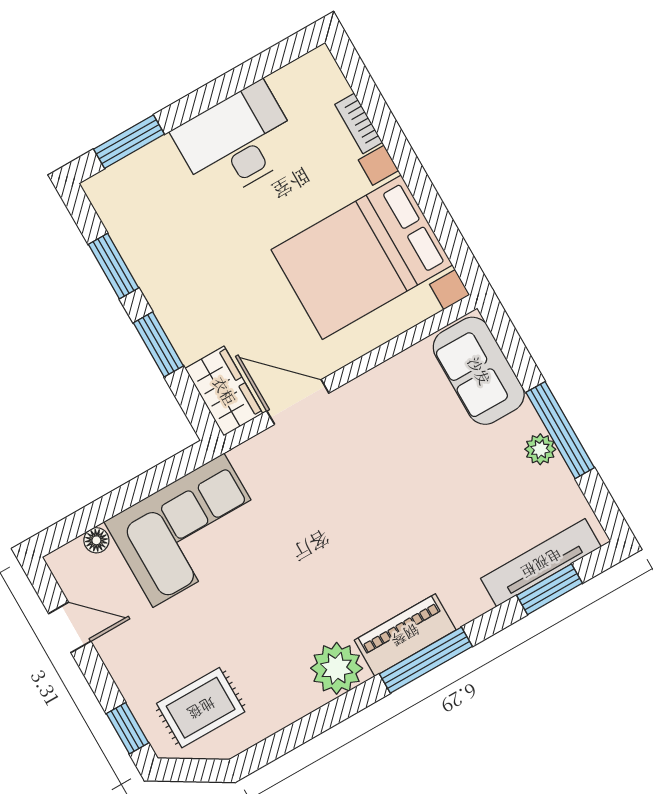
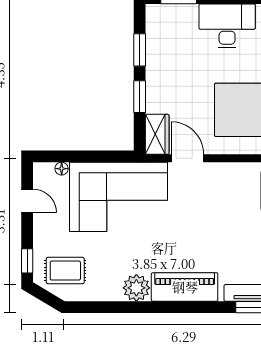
corner sofa: (188, 530) -> (118, 197), width x1.36, depth x1.36
piano: (405, 635) -> (185, 287), width x1.37, depth x1.33
window: (426, 660) -> (179, 307), removed

